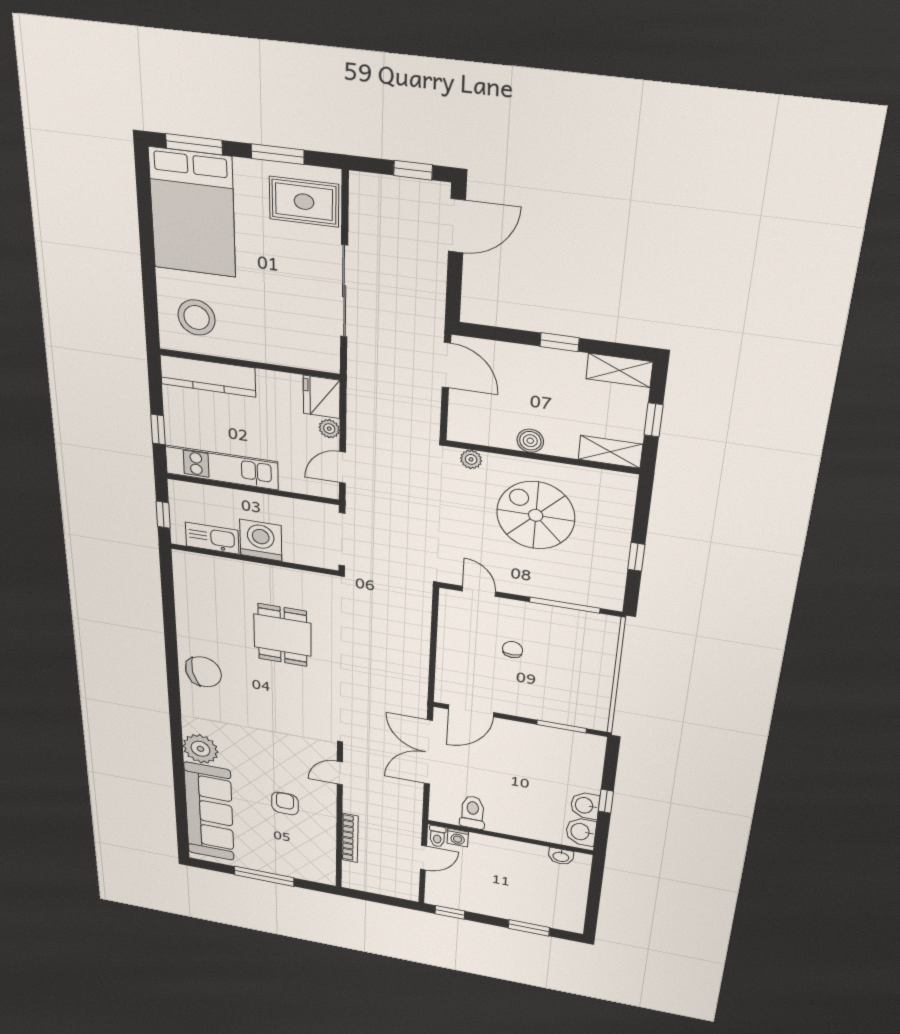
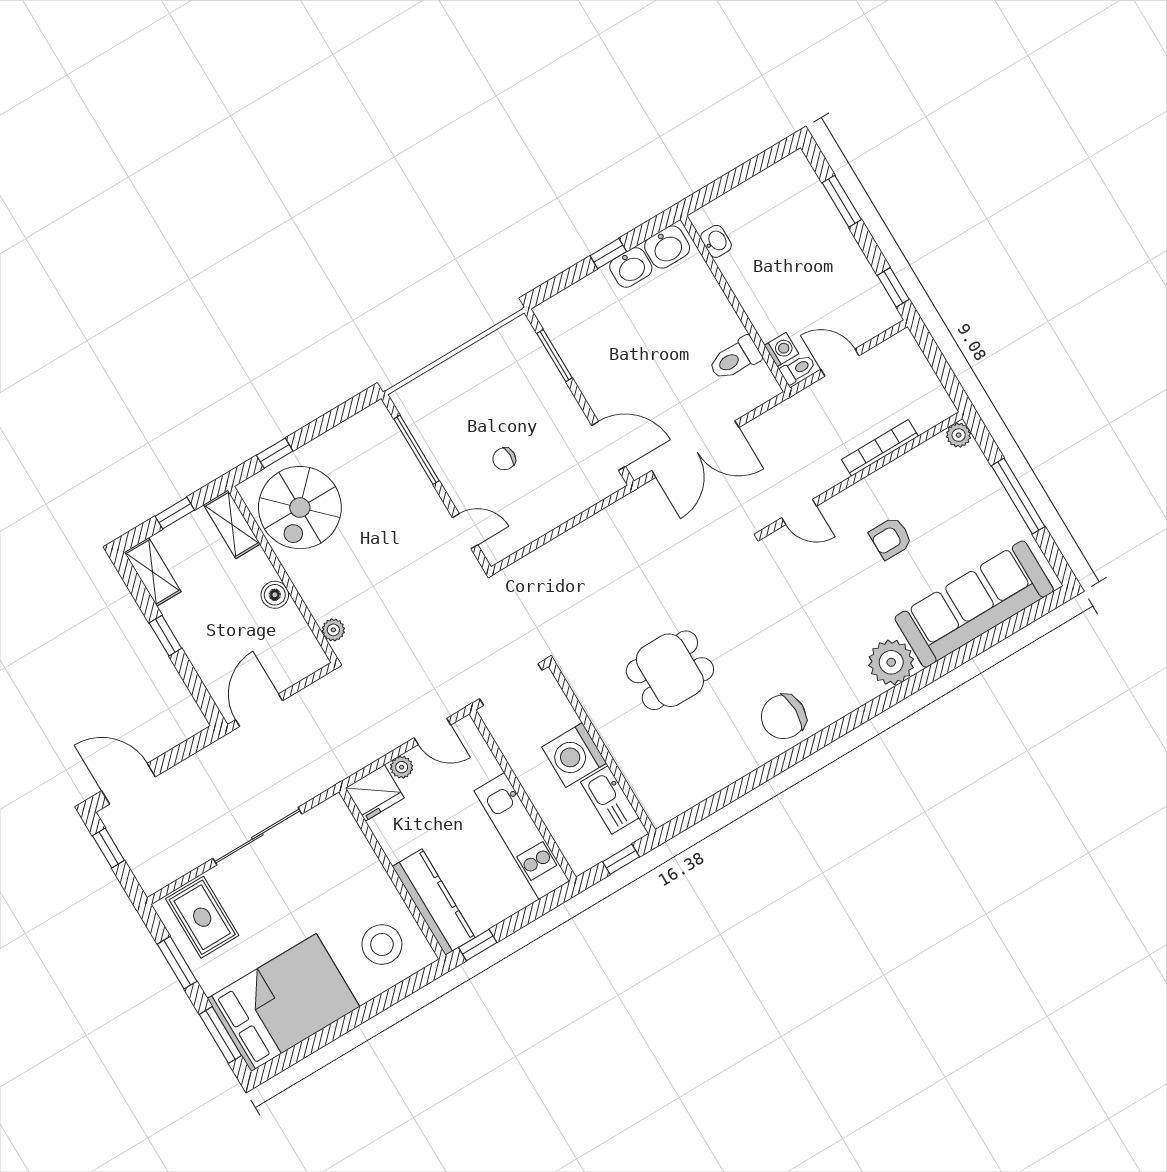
window: (158, 429) -> (478, 945), moved
spiral stairs: (536, 515) -> (300, 508), moved
window: (636, 557) -> (275, 453), moved
door: (479, 591) -> (465, 531), swing flipped
chair: (203, 672) -> (784, 717), turned -79
plant: (327, 877) -> (959, 435), added

